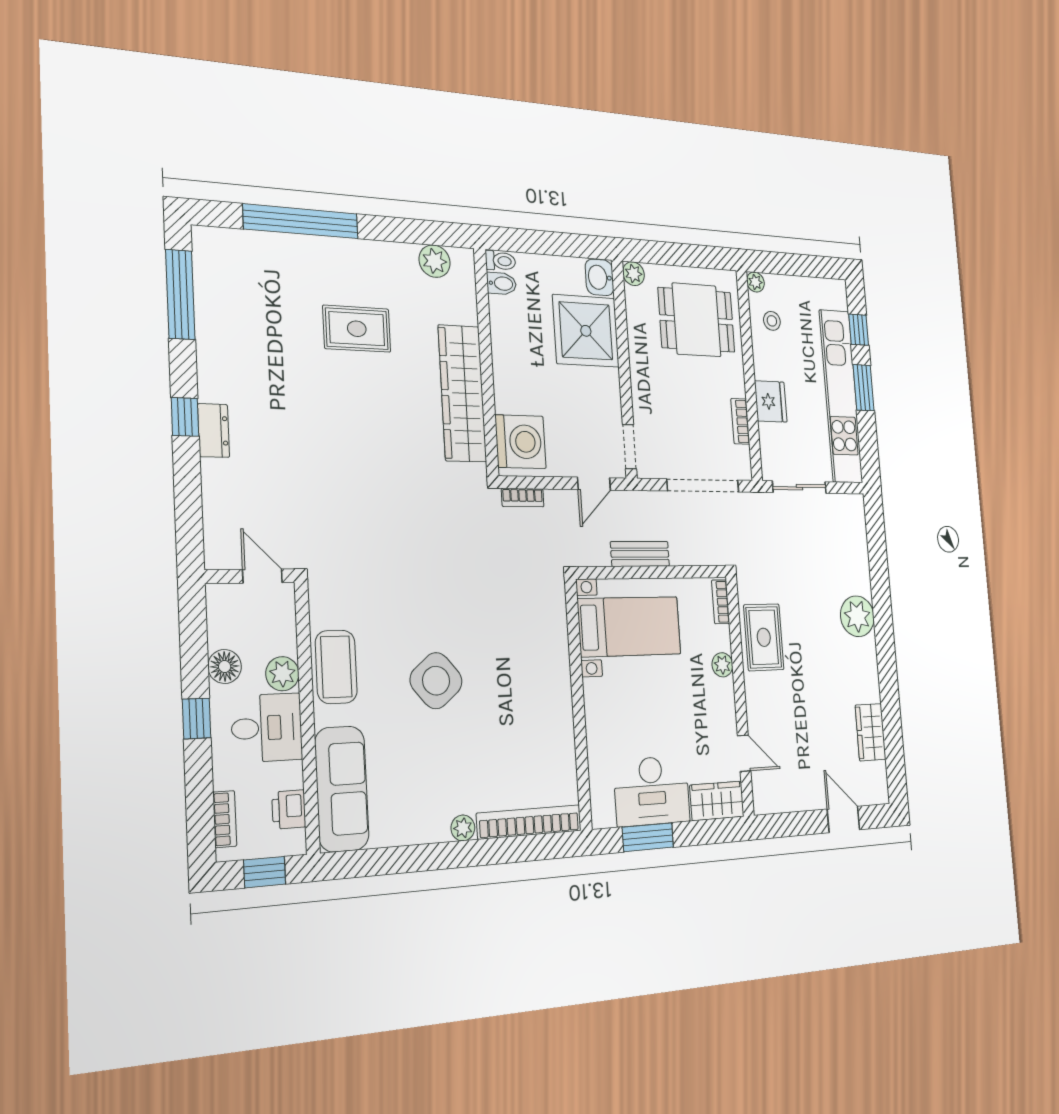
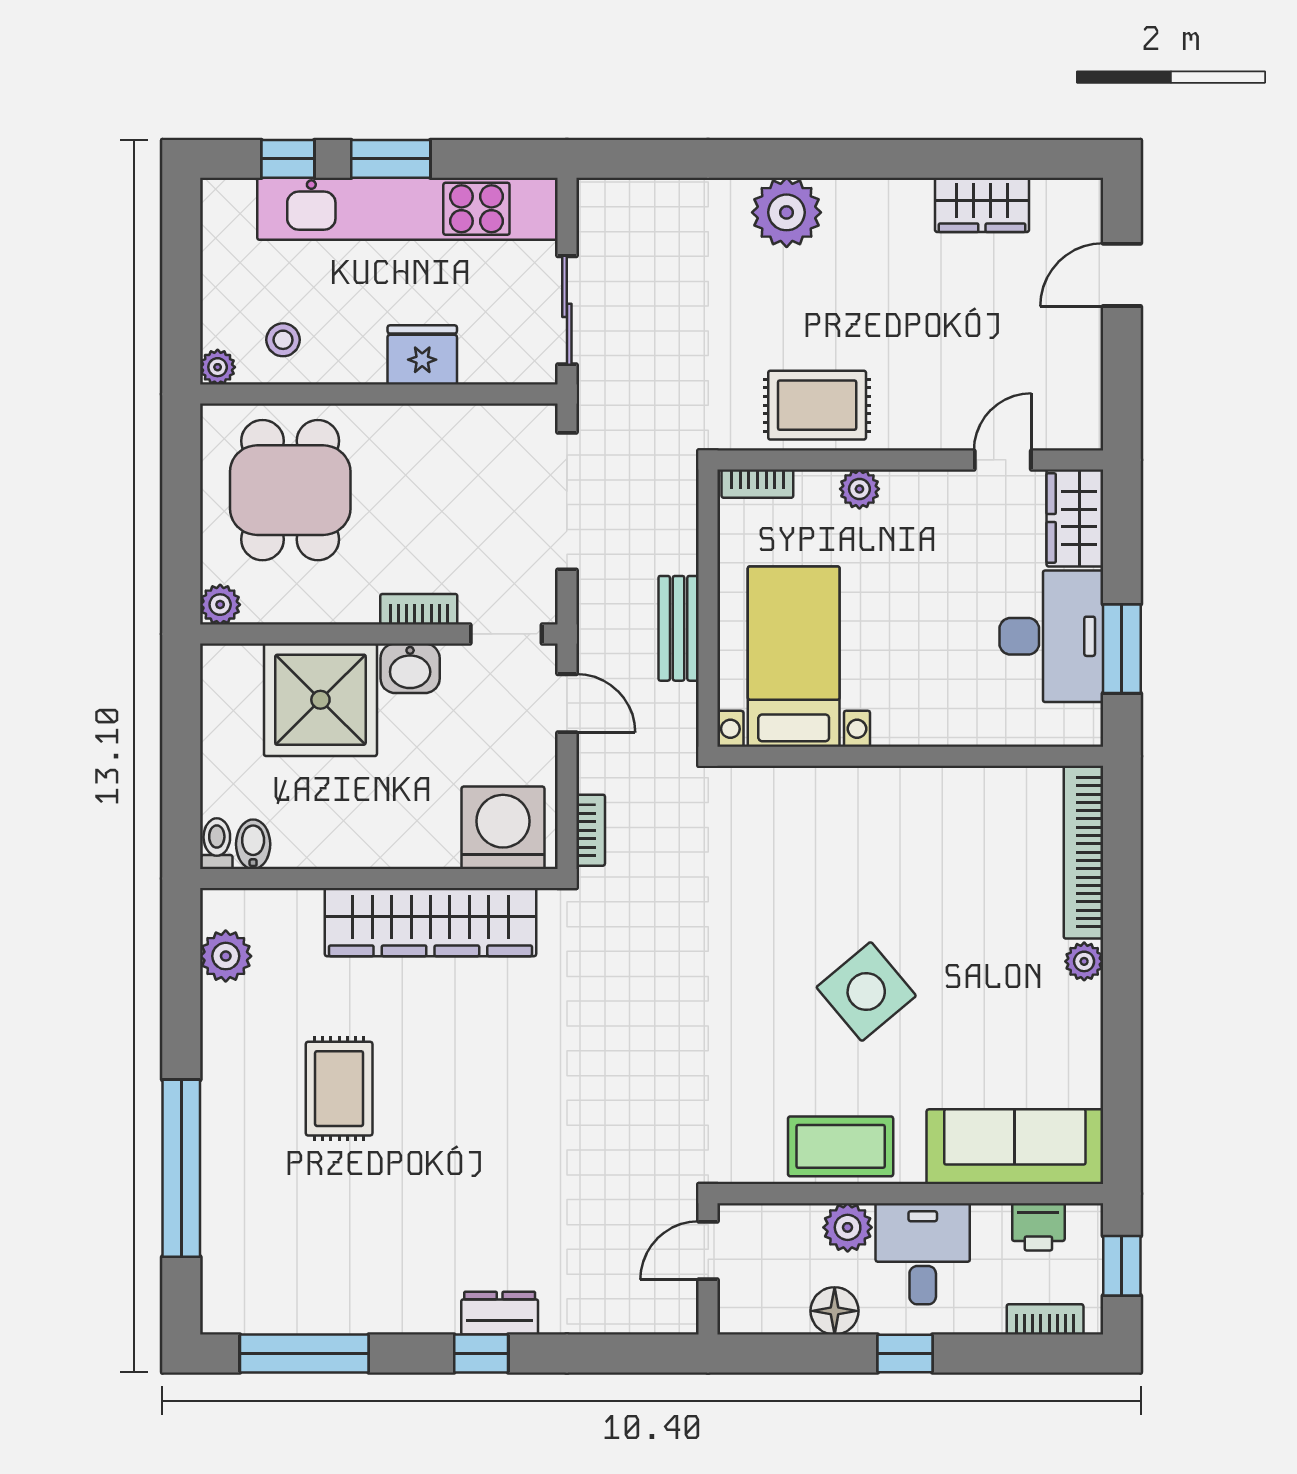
washbasin: (600, 277) -> (410, 668), moved
bookcase: (740, 421) -> (419, 609), moved, turned 180

